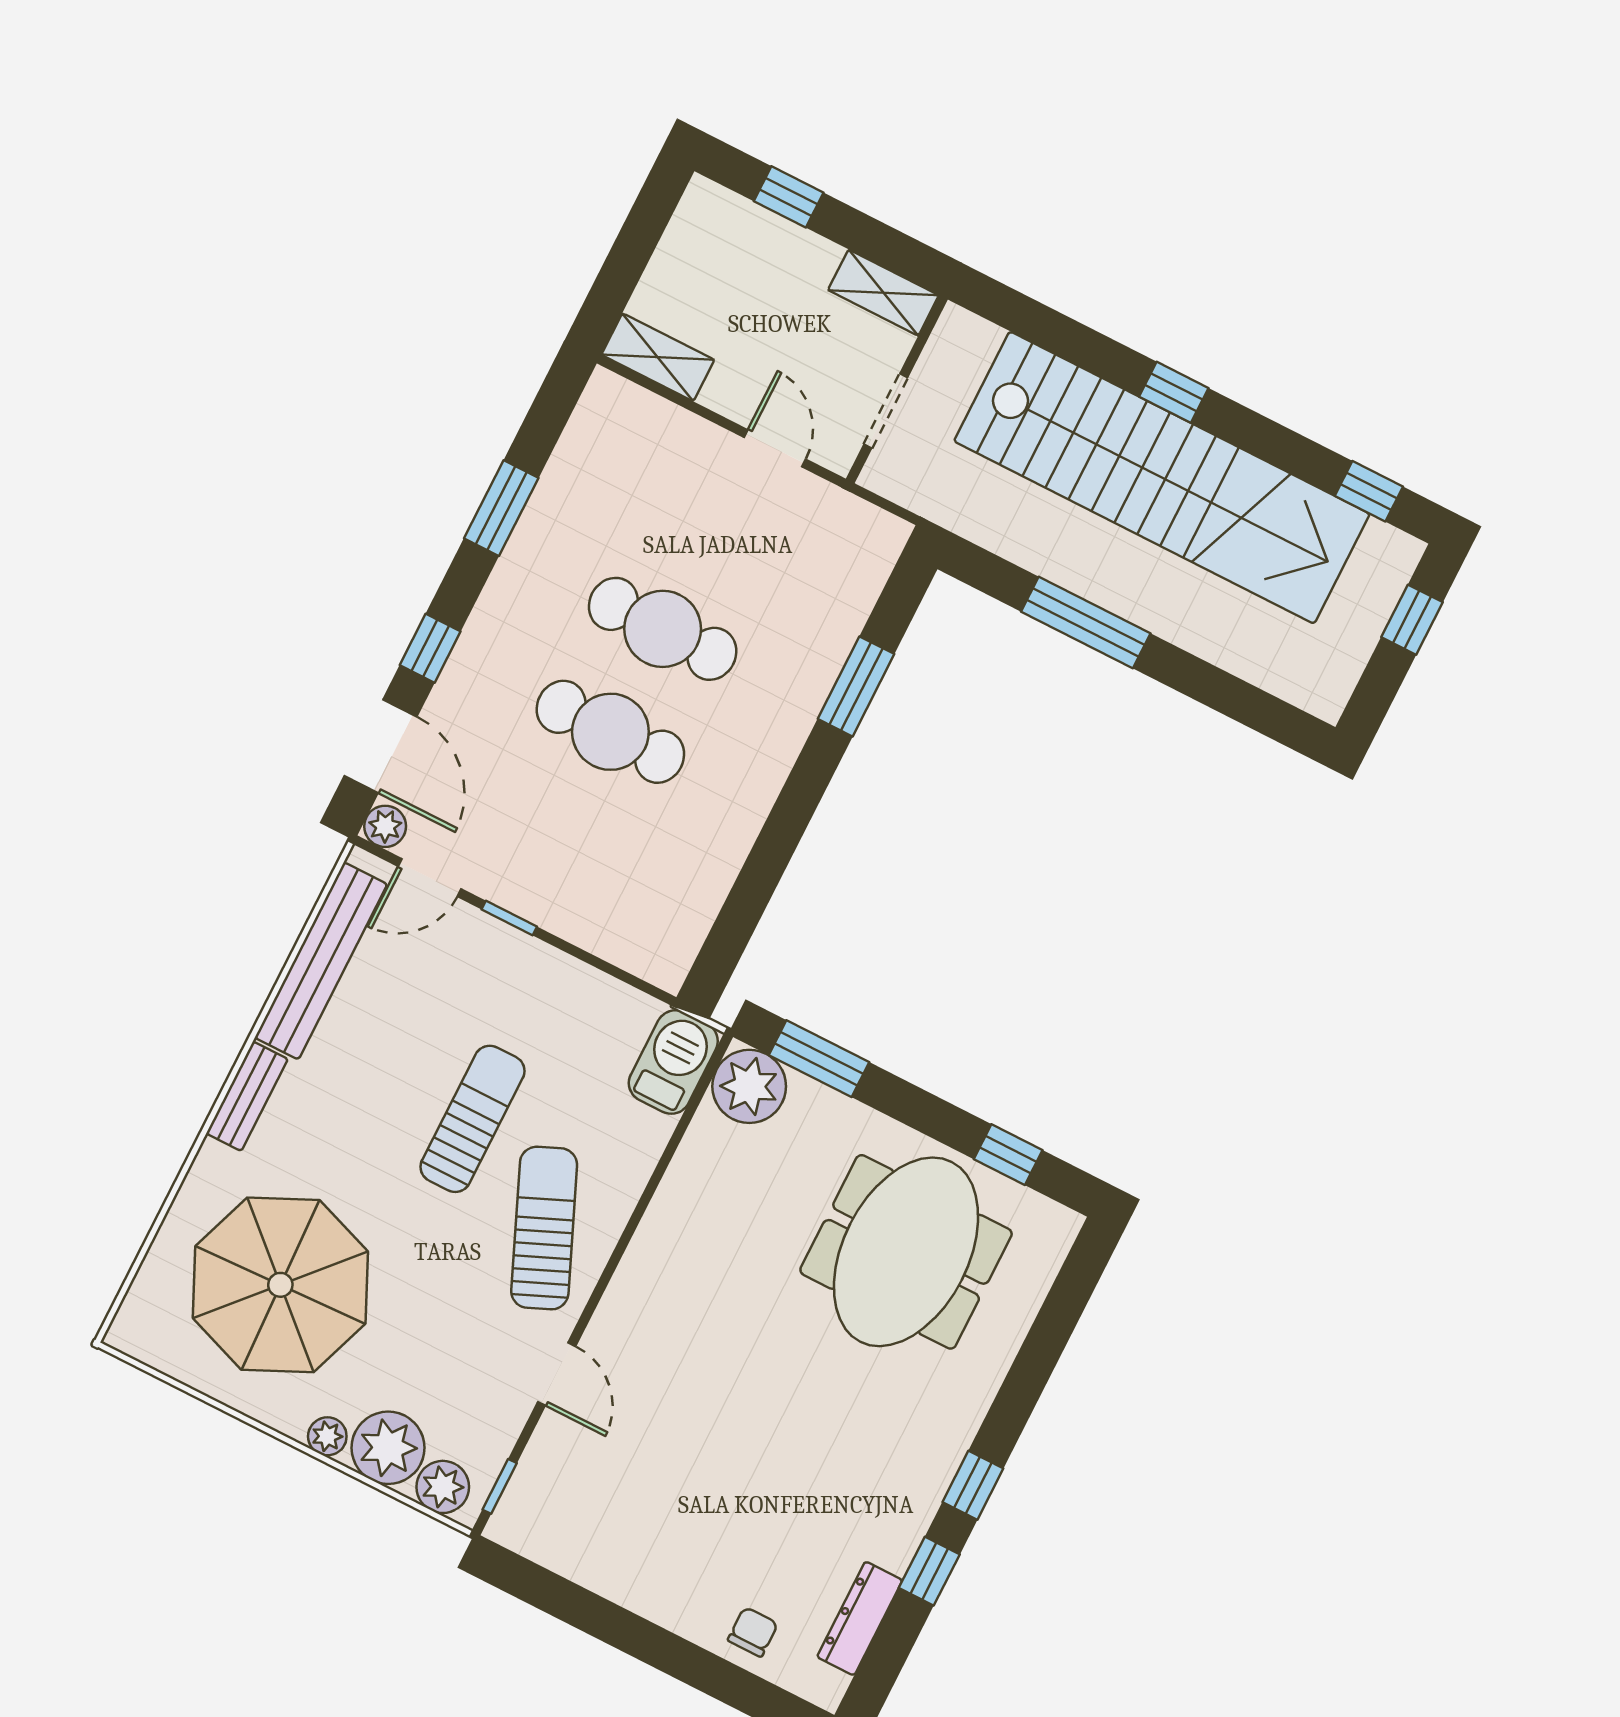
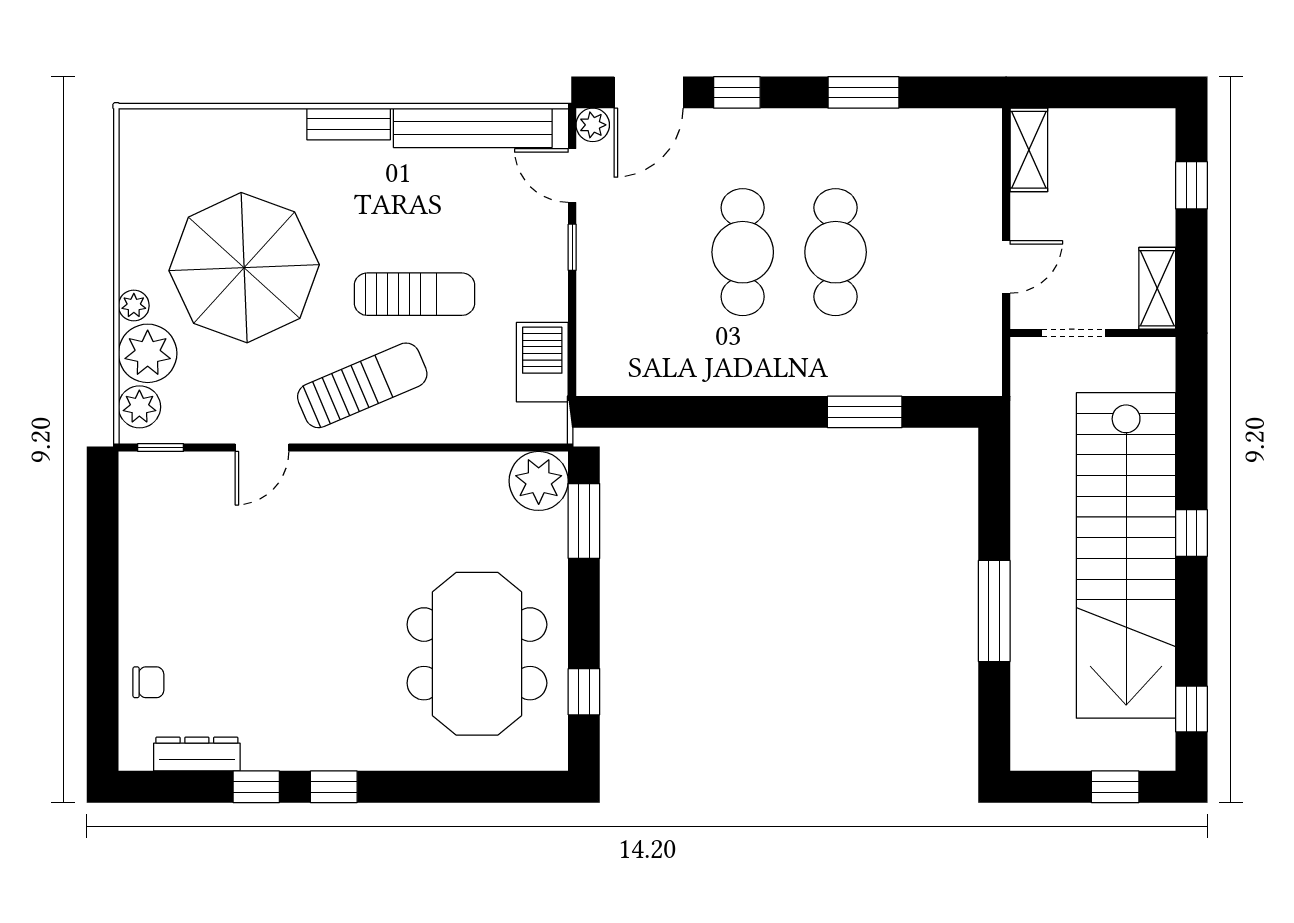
window: (1086, 622) -> (994, 611), moved
barbecue: (673, 1062) -> (542, 362), moved, turned -90
meeting table: (906, 1252) -> (477, 654), turned 90
parasol: (280, 1285) -> (244, 268), moved

